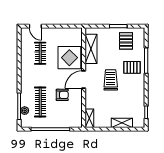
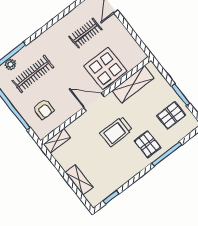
trolley: (111, 80) -> (116, 132), turned 180
armchair: (62, 95) -> (44, 109), moved

